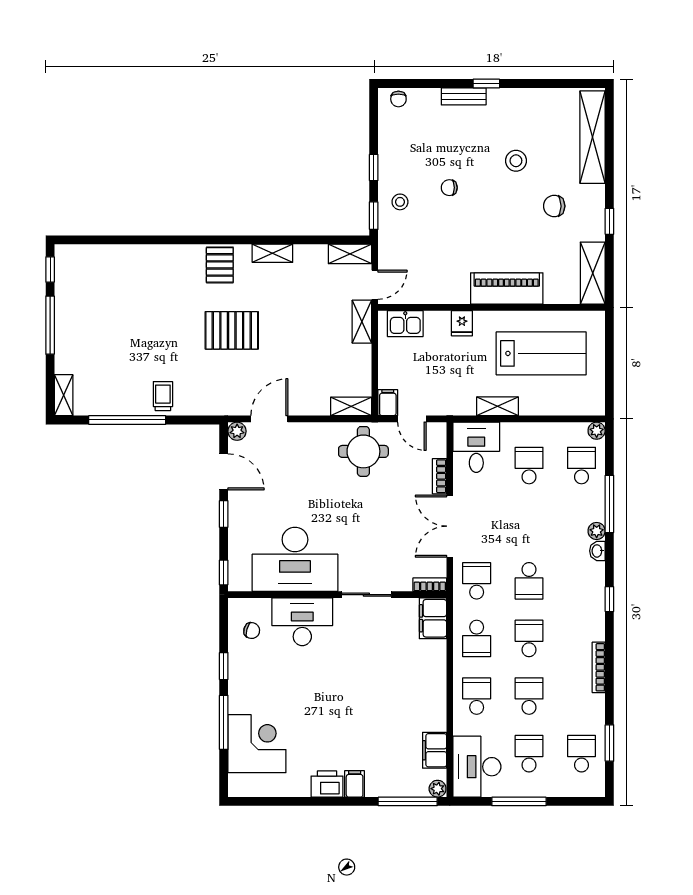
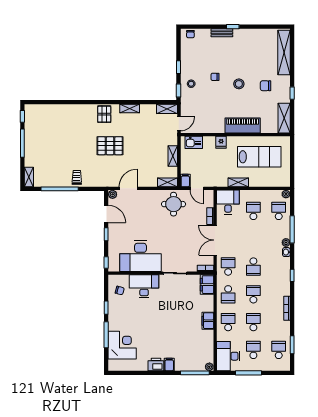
stool: (516, 161) -> (239, 84), moved
shelving: (362, 322) -> (173, 156), moved
filing cabinet: (435, 750) -> (208, 321), moved

